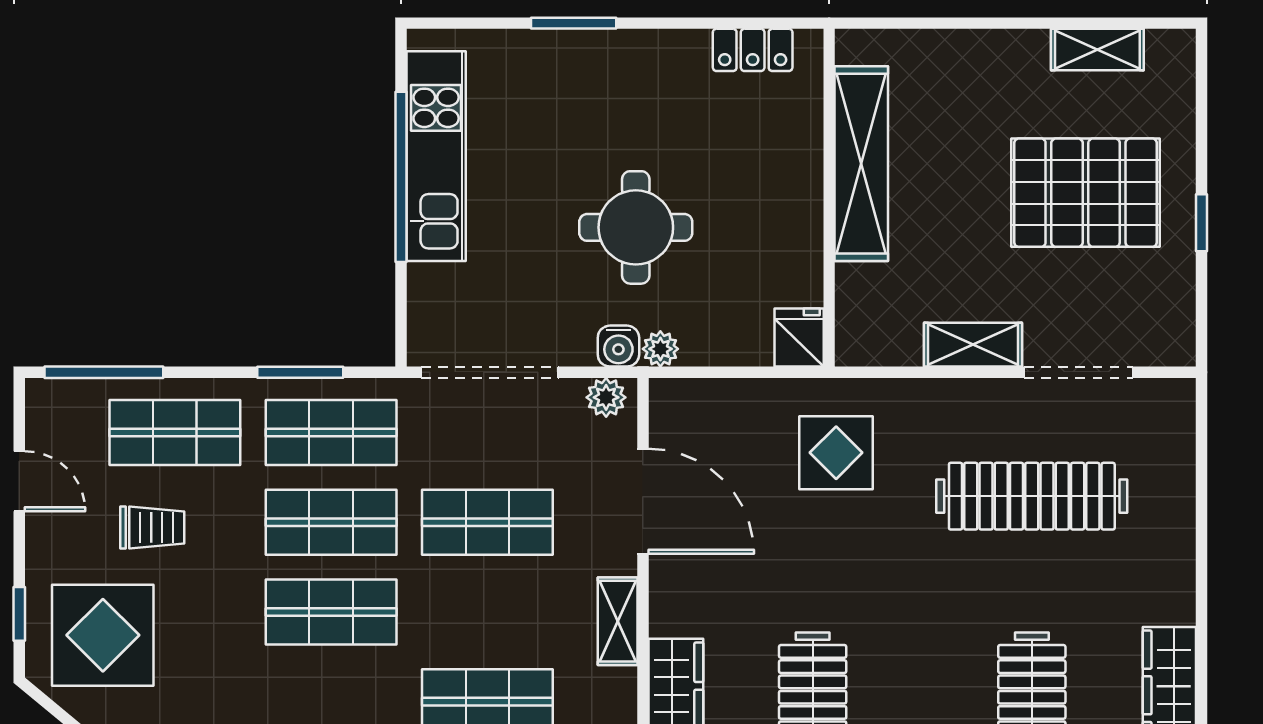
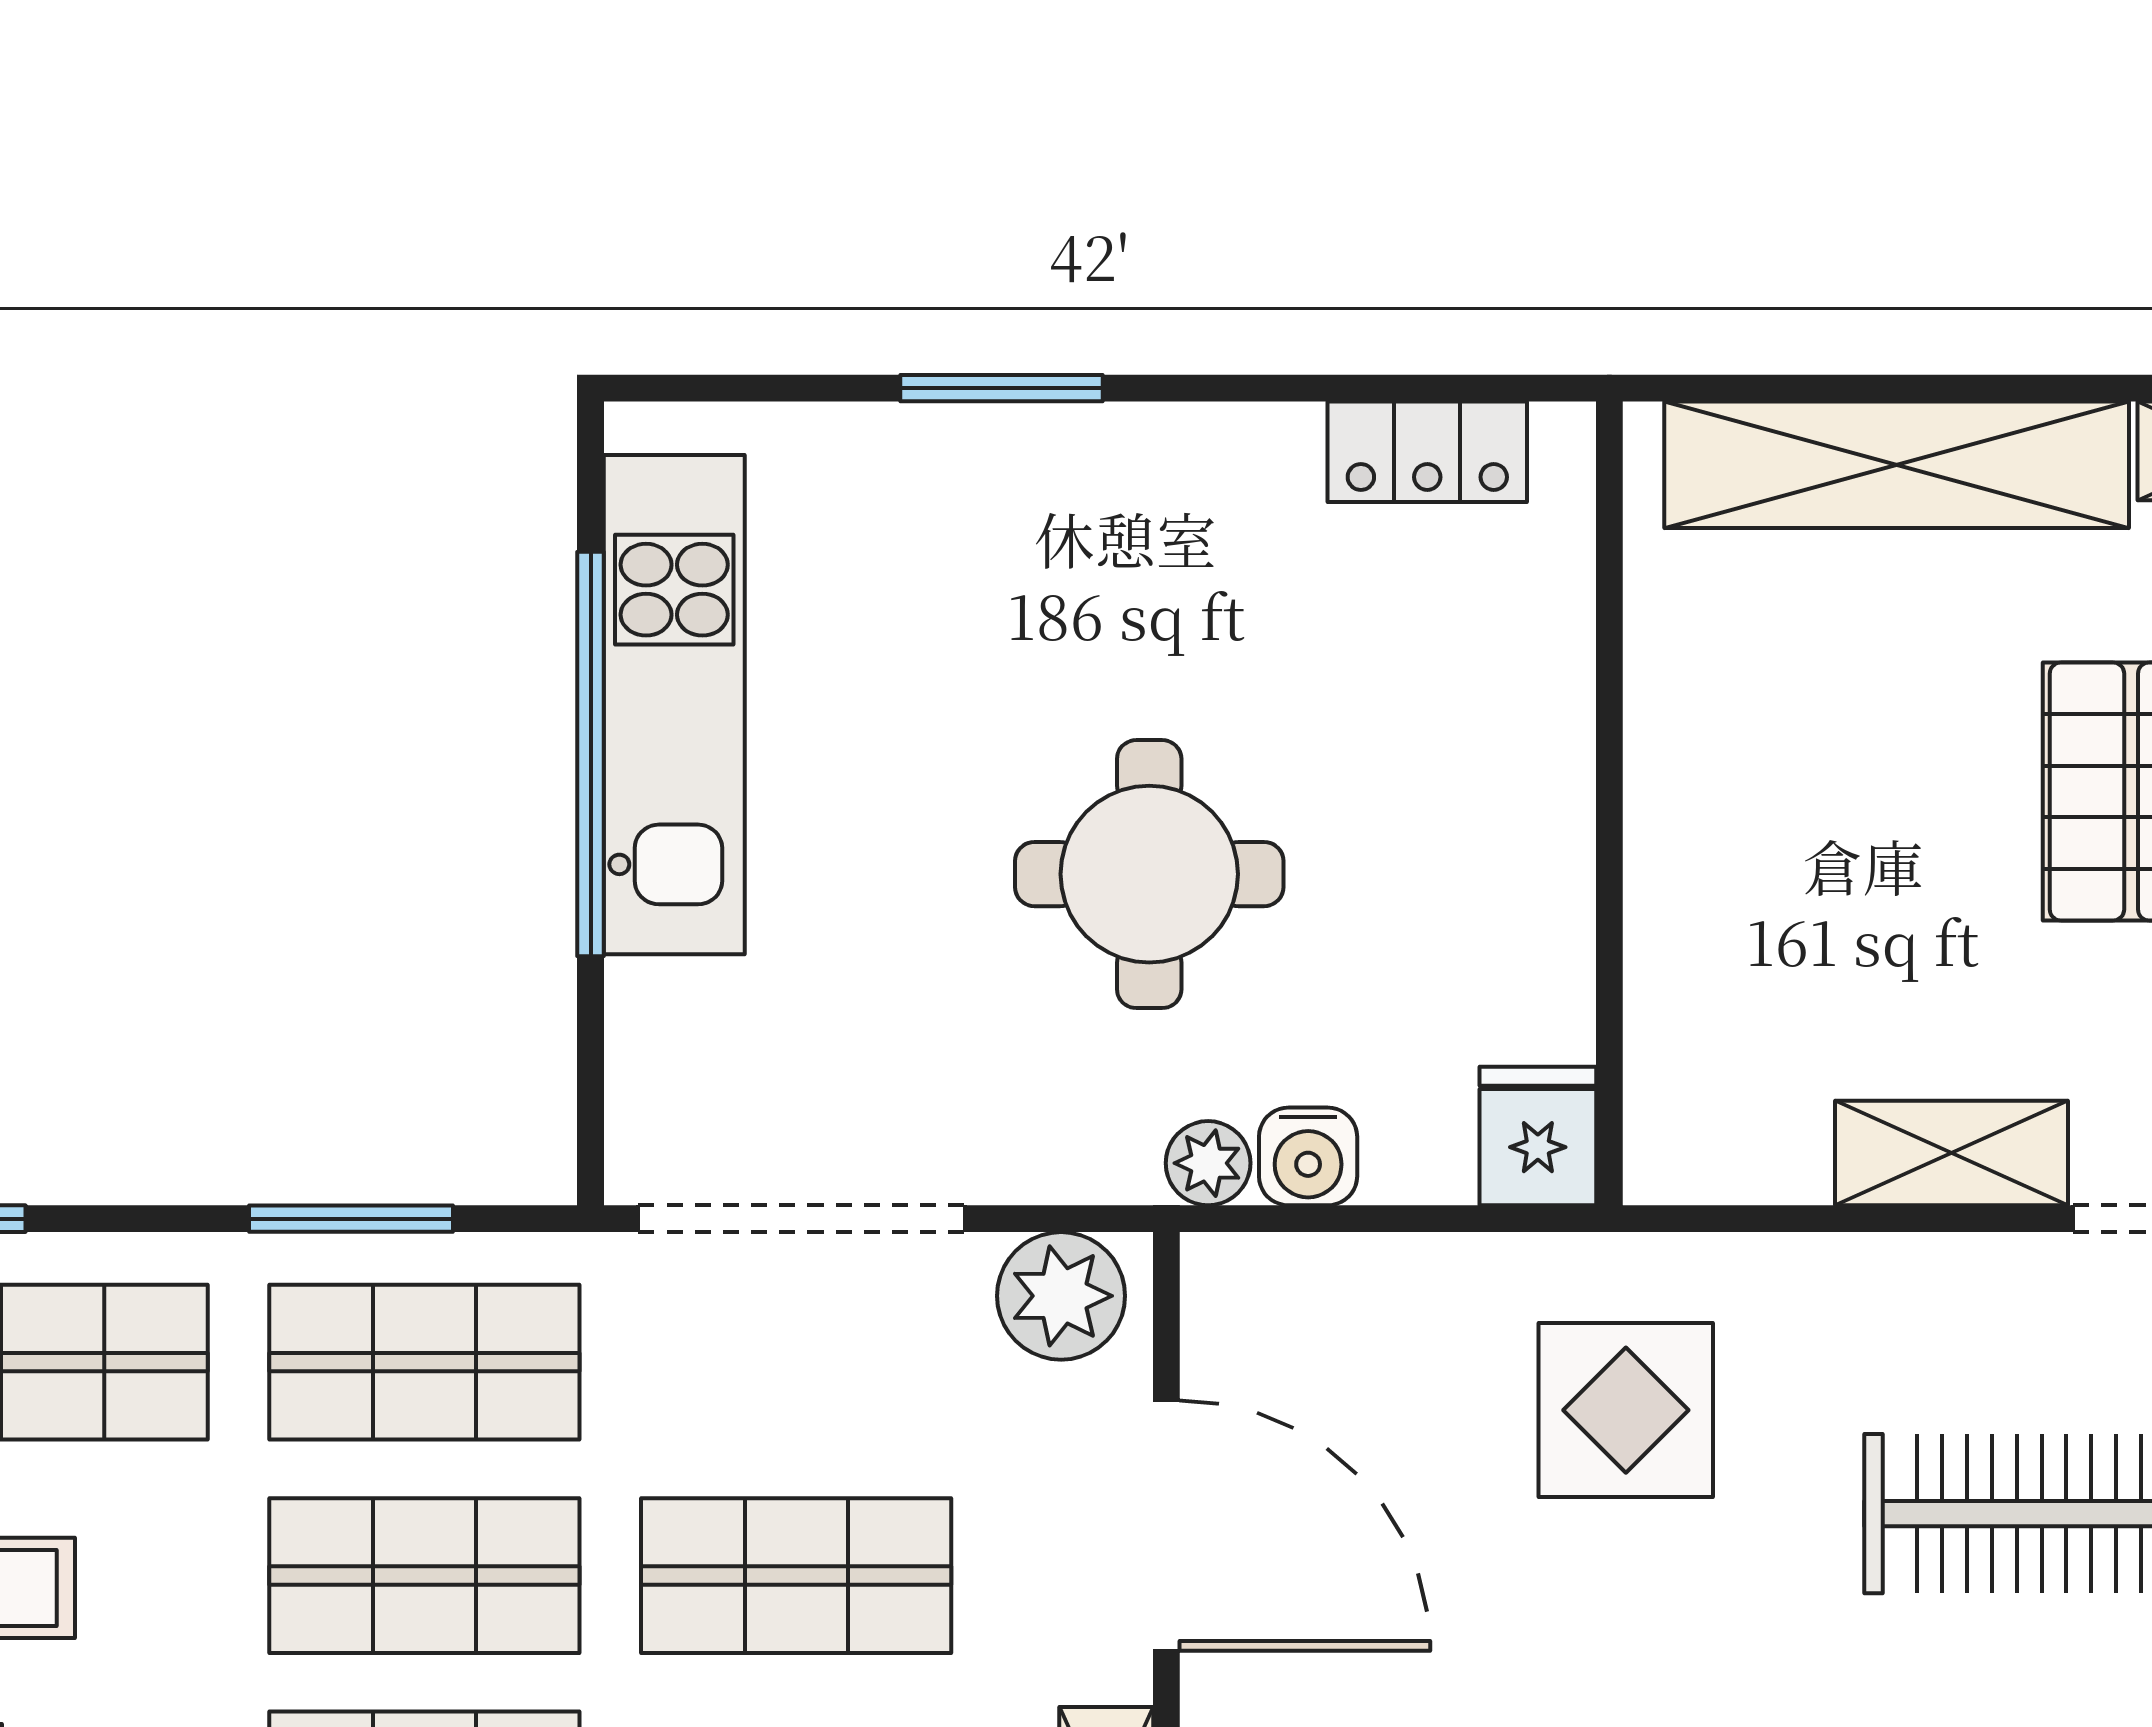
shelving: (861, 164) -> (1897, 465), moved, turned 90
water cooler: (618, 346) -> (1308, 1156), moved
plant: (606, 397) -> (1061, 1296), width x1.38, depth x1.38

